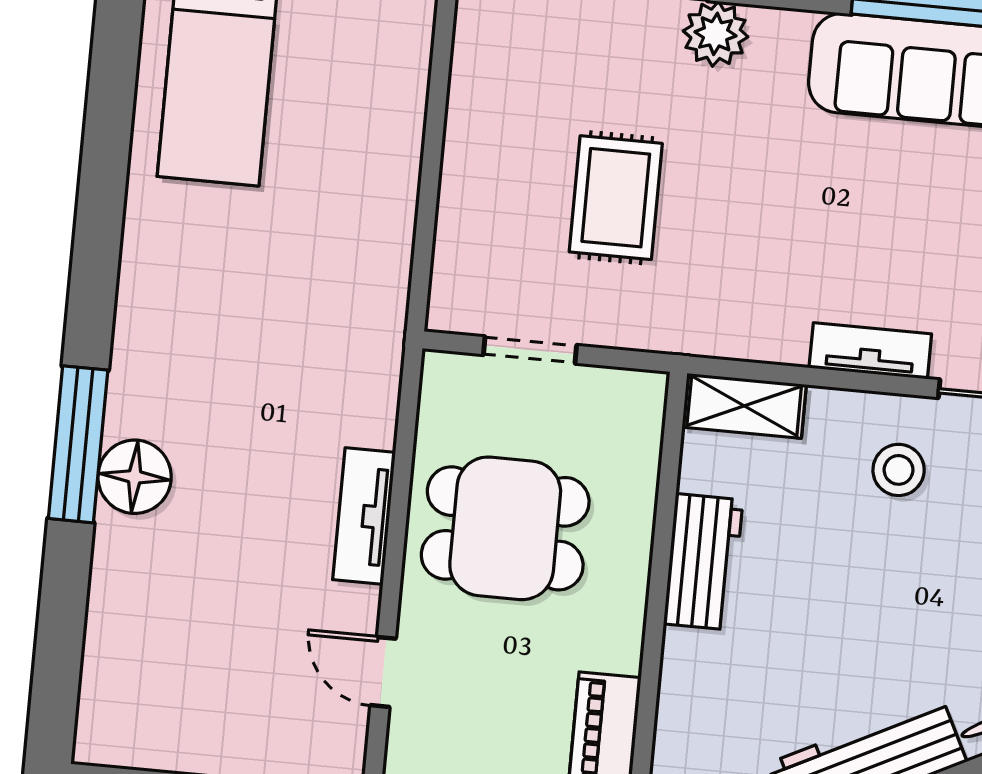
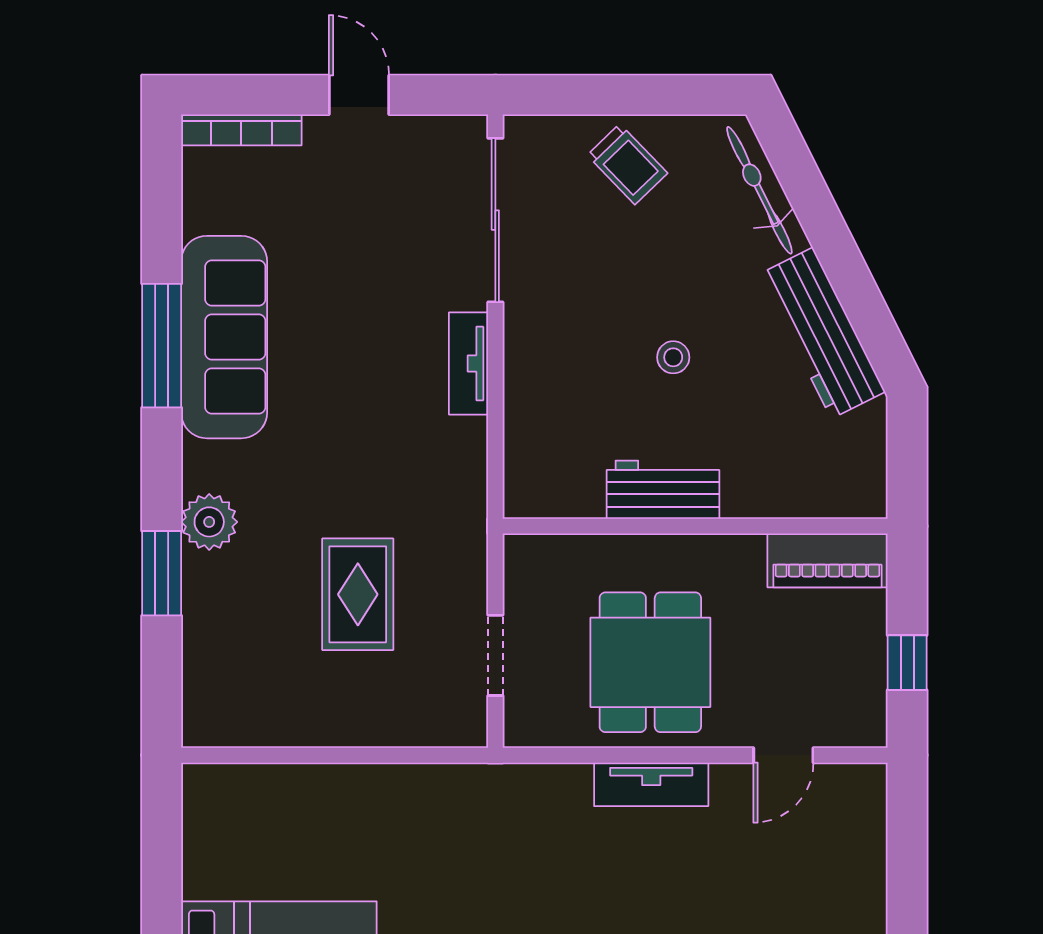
rug: (616, 198) -> (358, 594), turned 90
shelving: (744, 406) -> (526, 467), removed
stool: (899, 470) -> (673, 357), moved, width x0.73, depth x0.73

